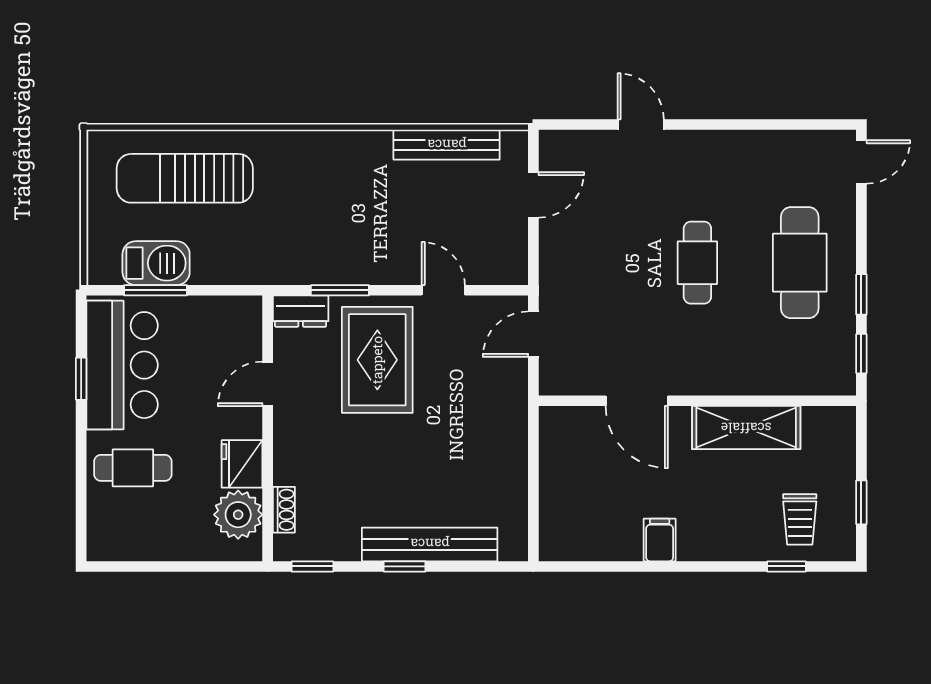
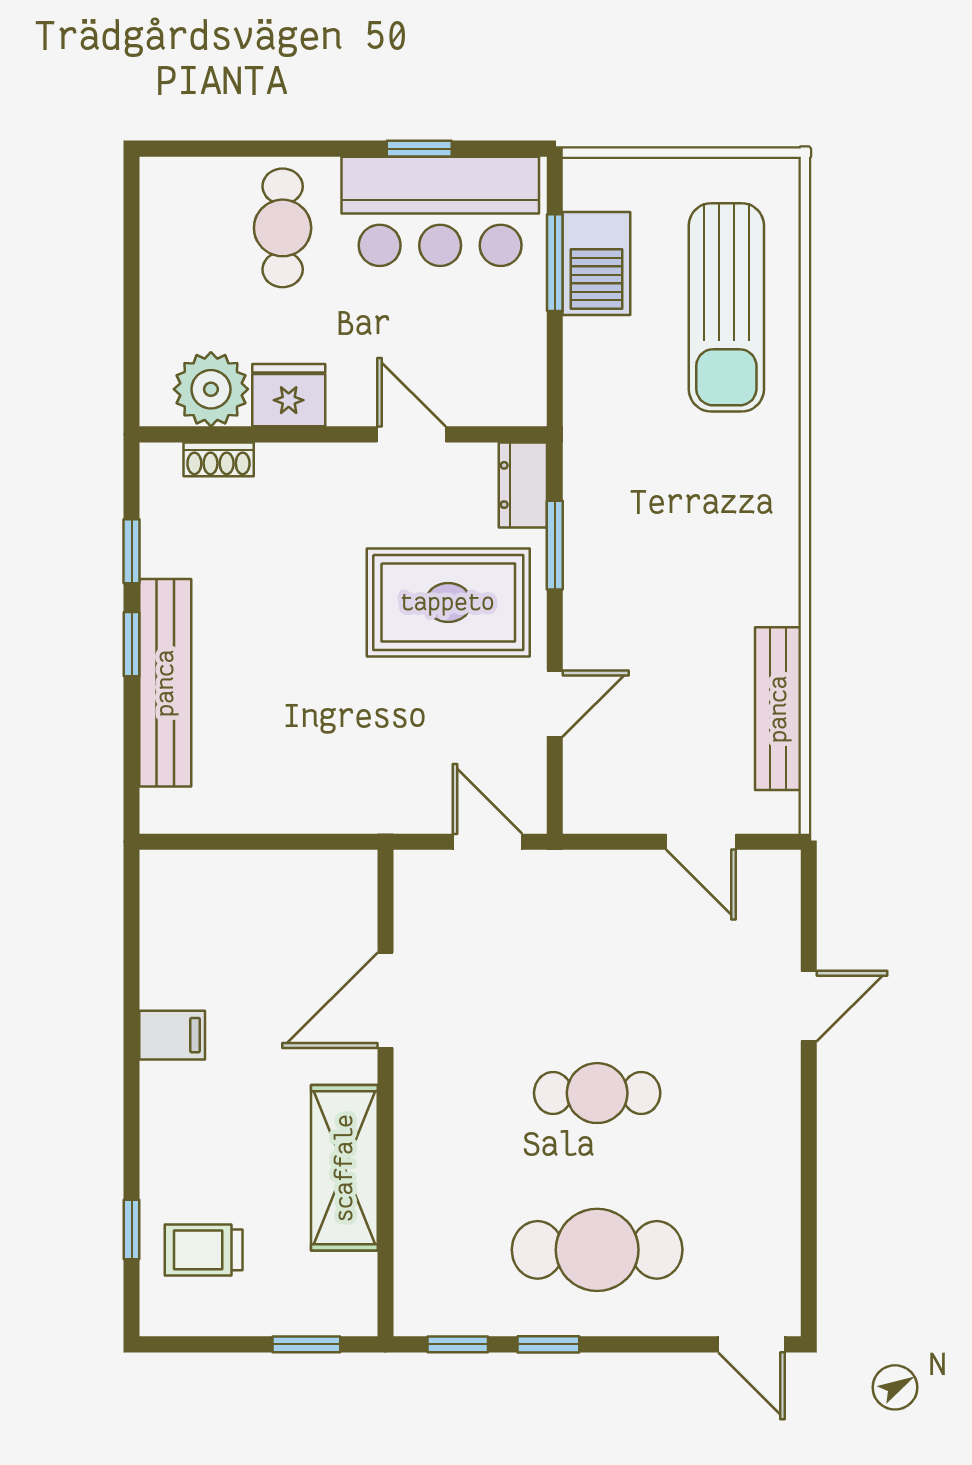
sun lounger: (185, 178) -> (726, 307), turned 180
window: (861, 502) -> (306, 1344), moved
window: (312, 566) -> (132, 551), moved

